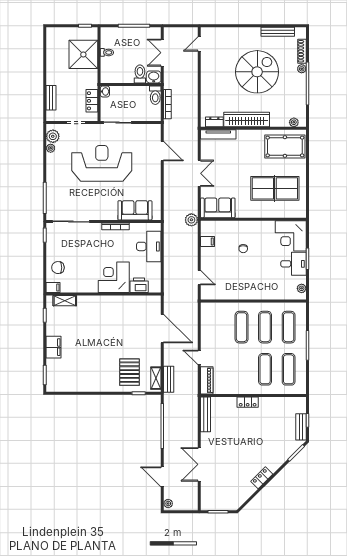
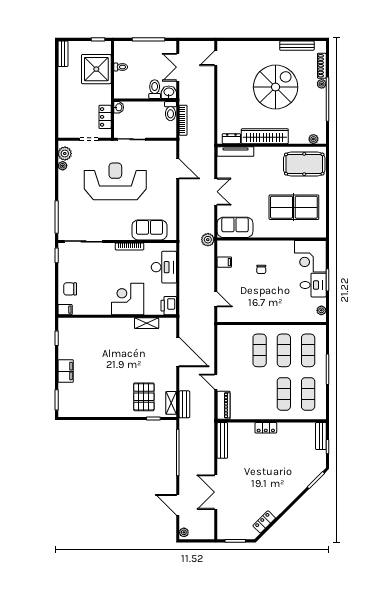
bench: (51, 98) -> (63, 54), moved
printer: (139, 285) -> (169, 306), moved, turned -90
shelving: (65, 301) -> (147, 323), moved
bench: (301, 427) -> (321, 436), moved
locker: (262, 478) -> (264, 522), moved

